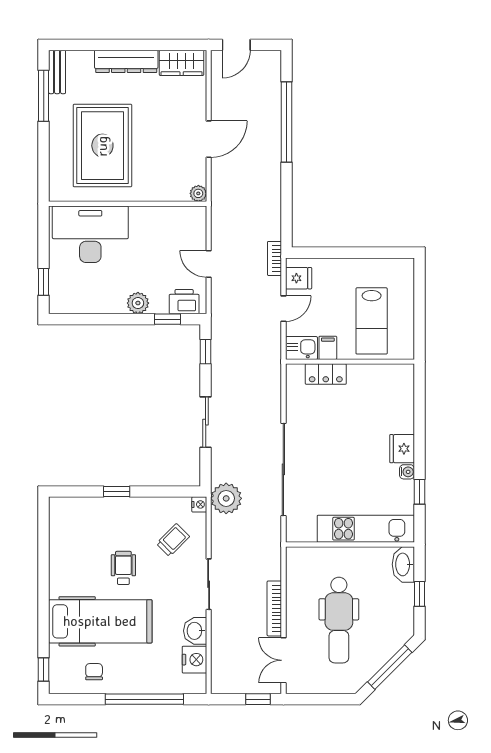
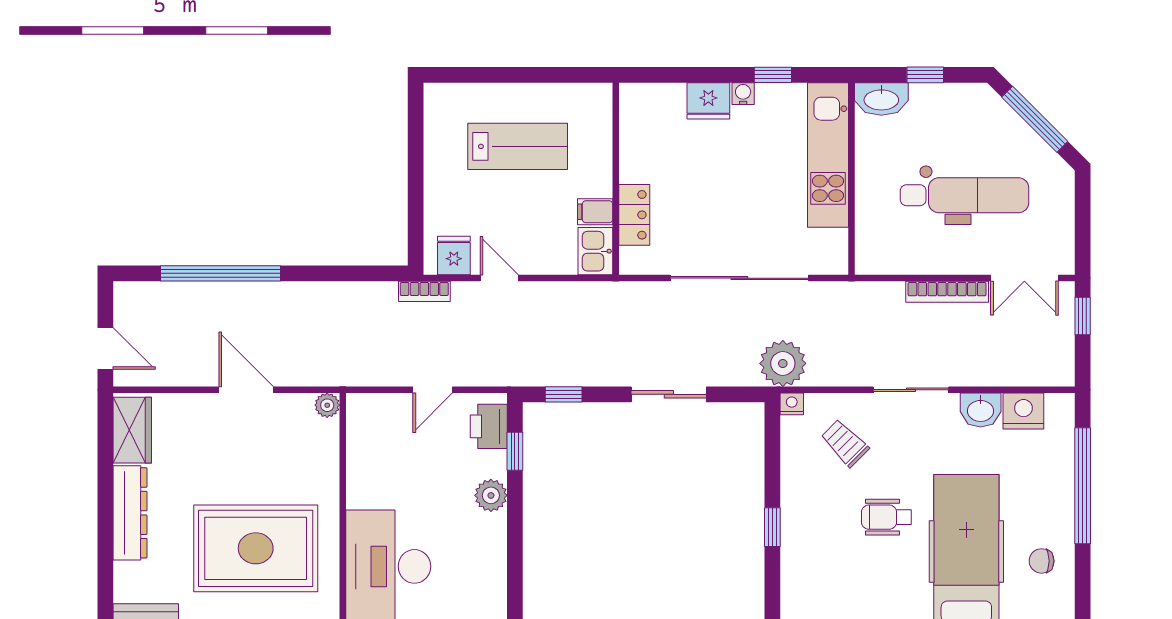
kitchen sink: (301, 348) -> (595, 251), moved
filing cabinet: (328, 348) -> (595, 212), moved
wall: (350, 362) -> (616, 179), moved
locker: (326, 374) -> (634, 215), moved

